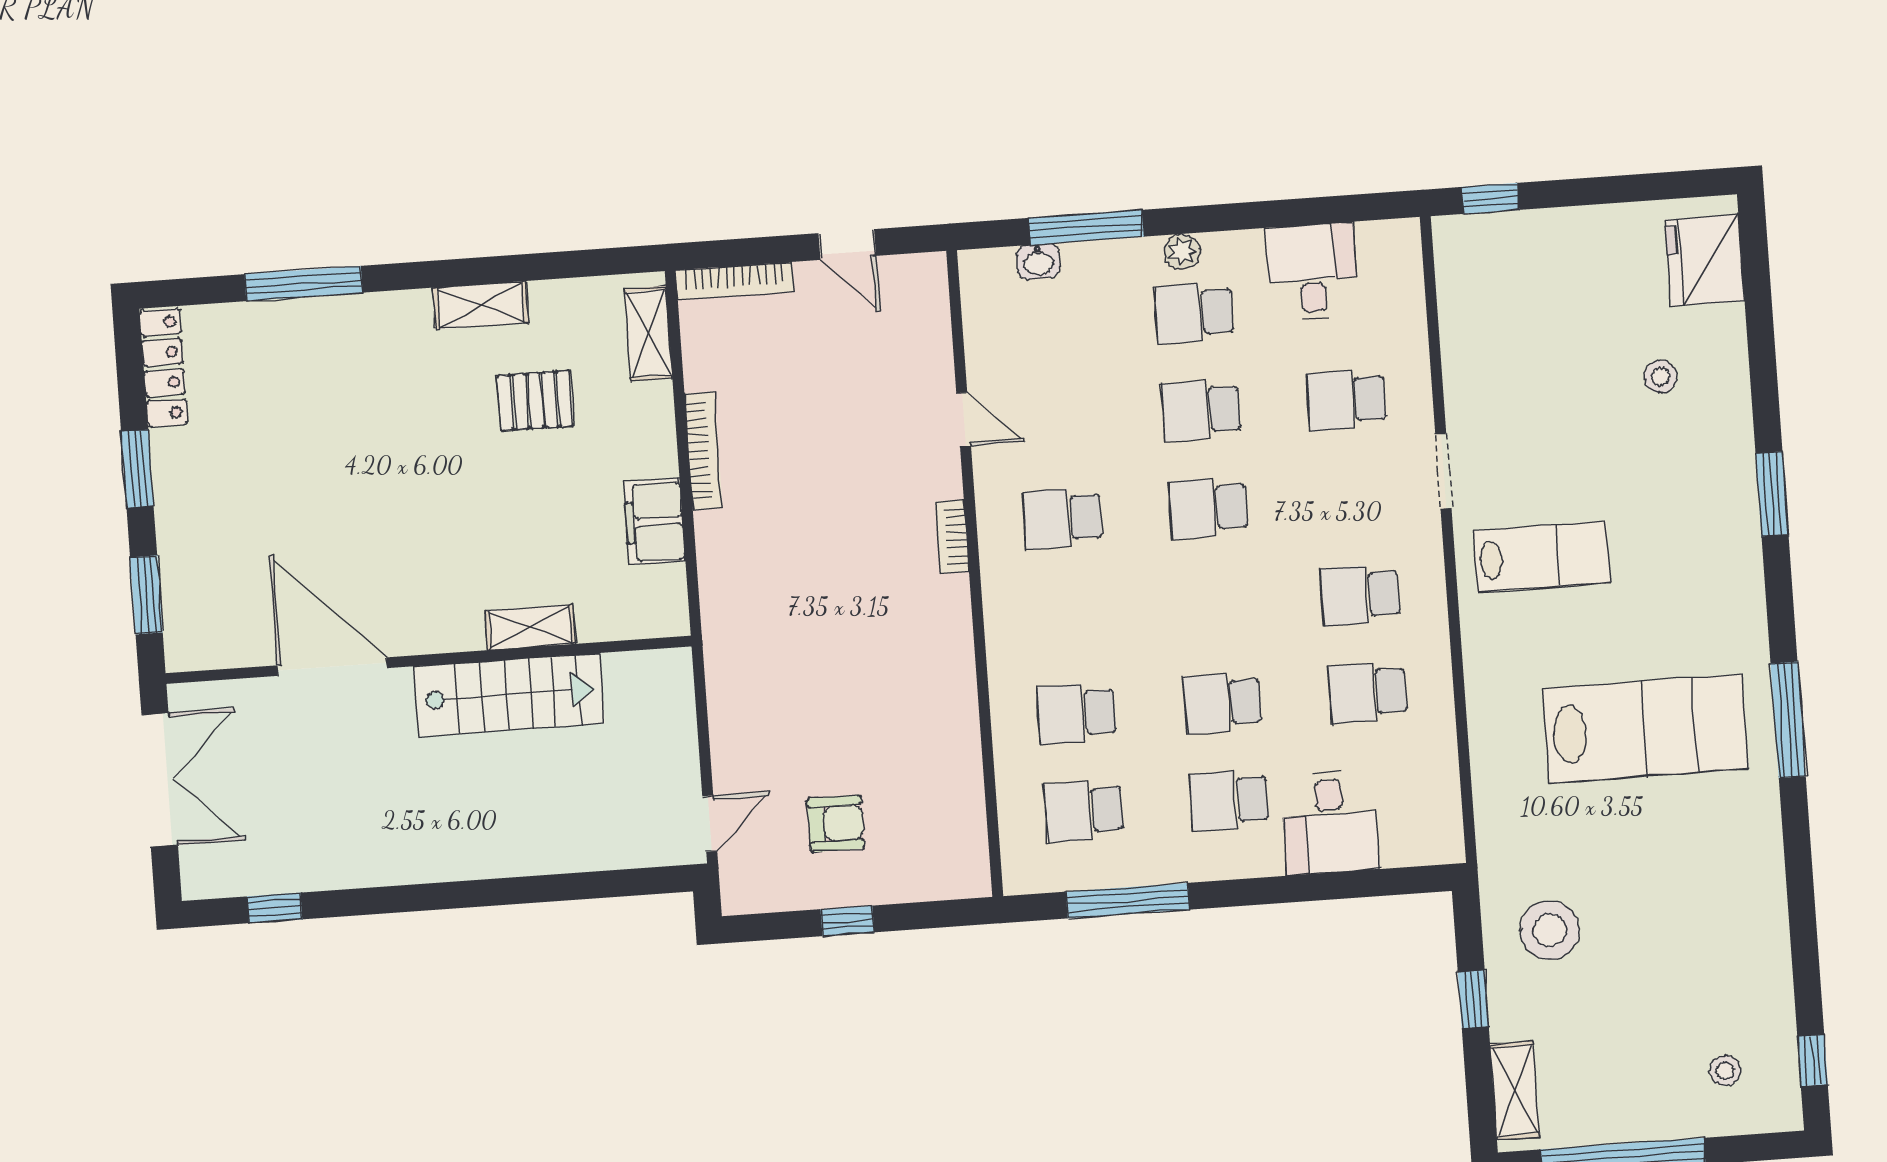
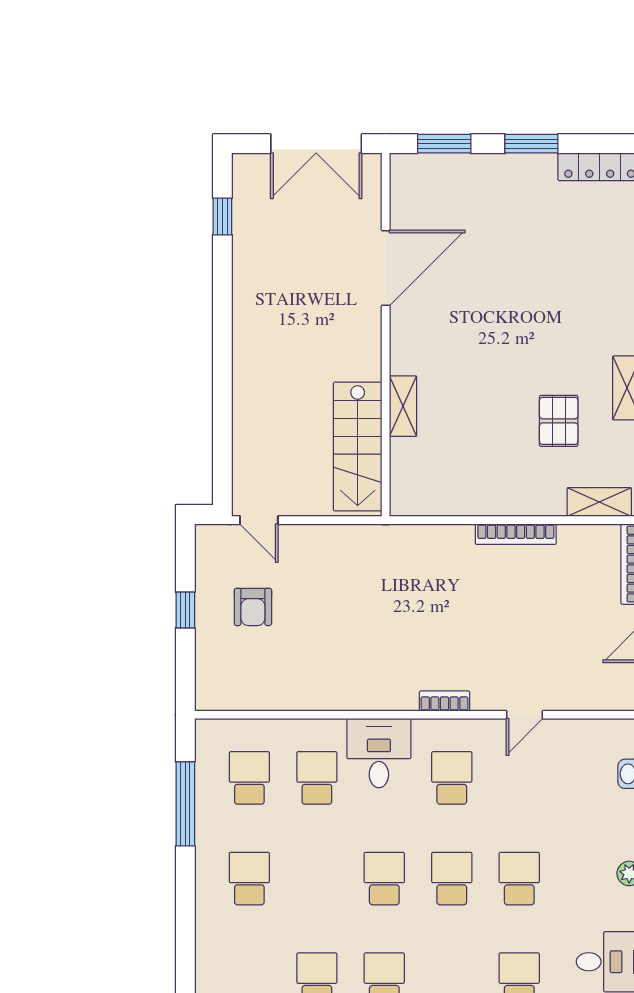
school desk: (1194, 313) -> (587, 879), removed
filing cabinet: (655, 522) -> (469, 497), removed
stairs: (509, 695) -> (358, 446), moved
school desk: (1222, 703) -> (384, 879), moved
desk: (1330, 822) -> (379, 753), moved, turned 90

